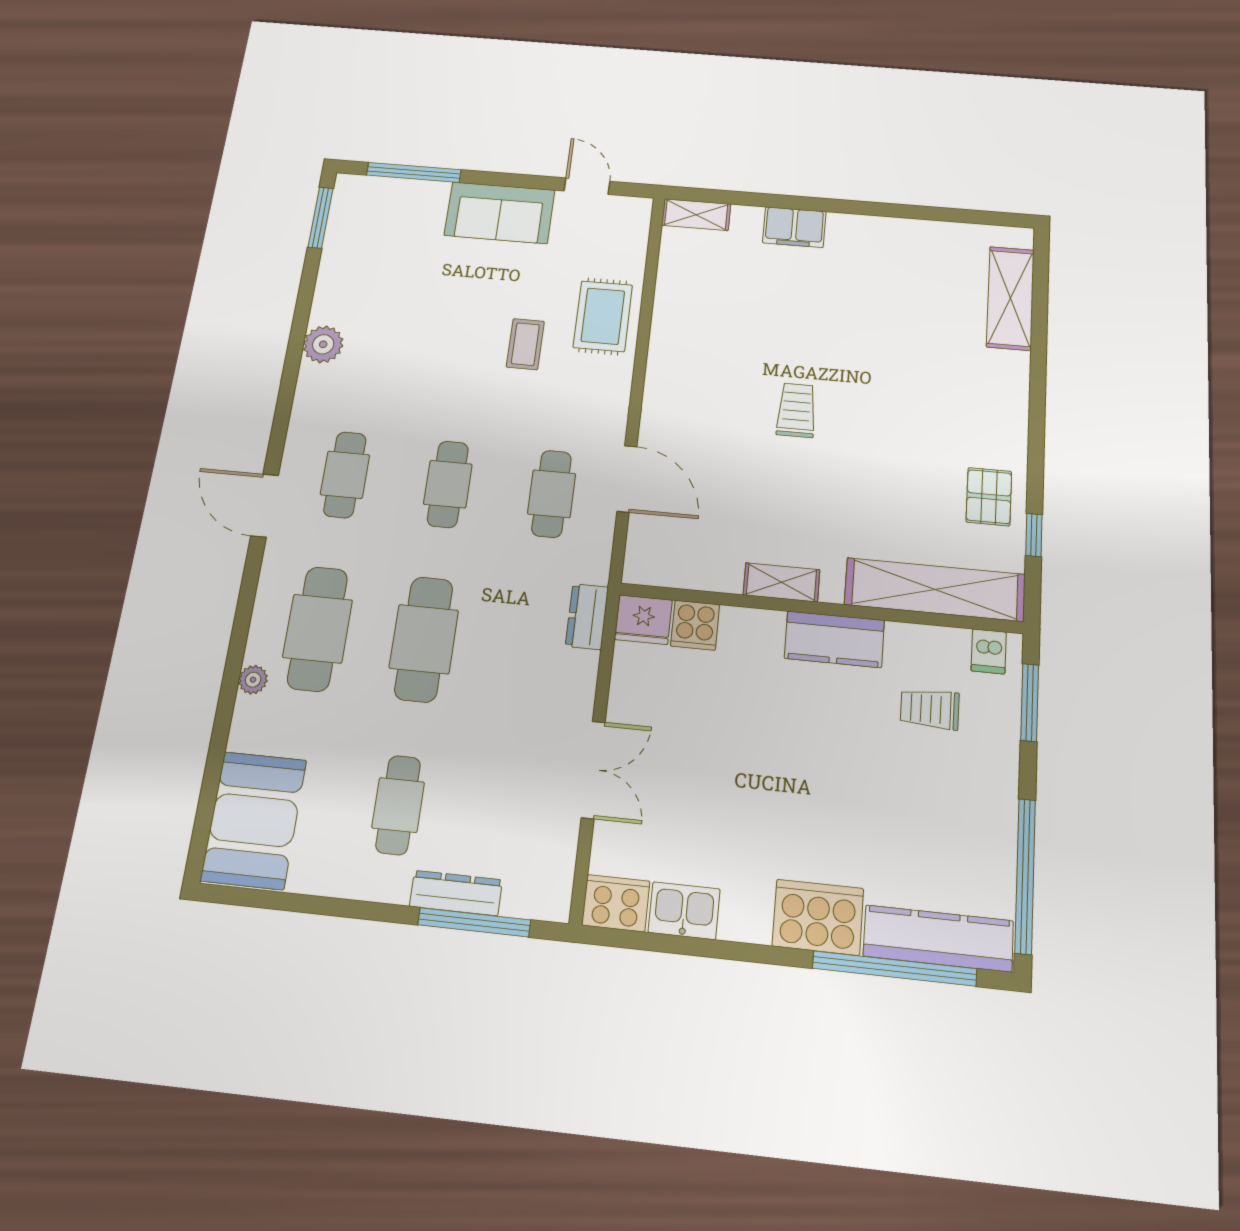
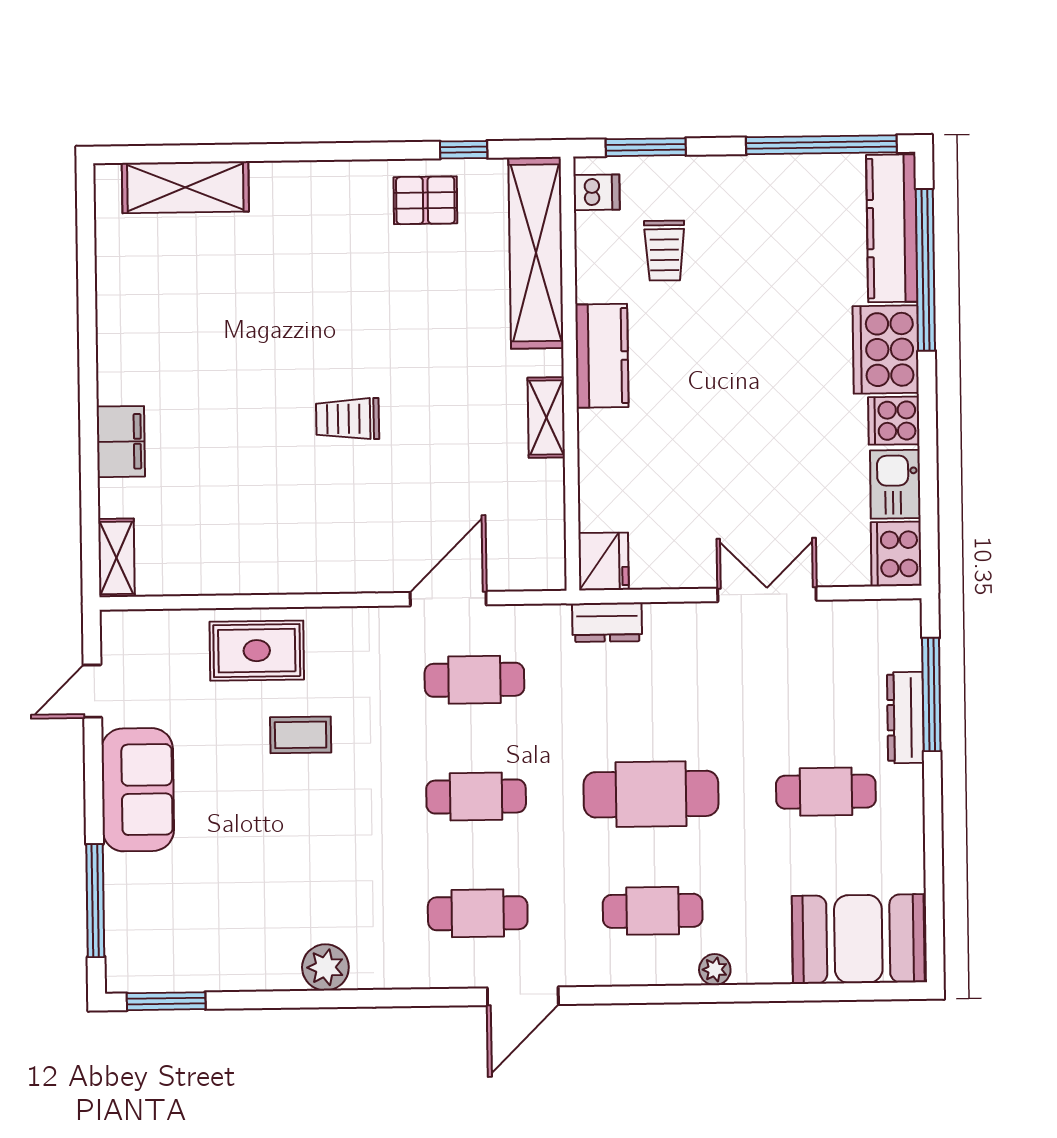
cooker: (695, 625) -> (894, 421), moved, turned 180
cafe table: (318, 629) -> (653, 911), width x0.73, depth x0.74

